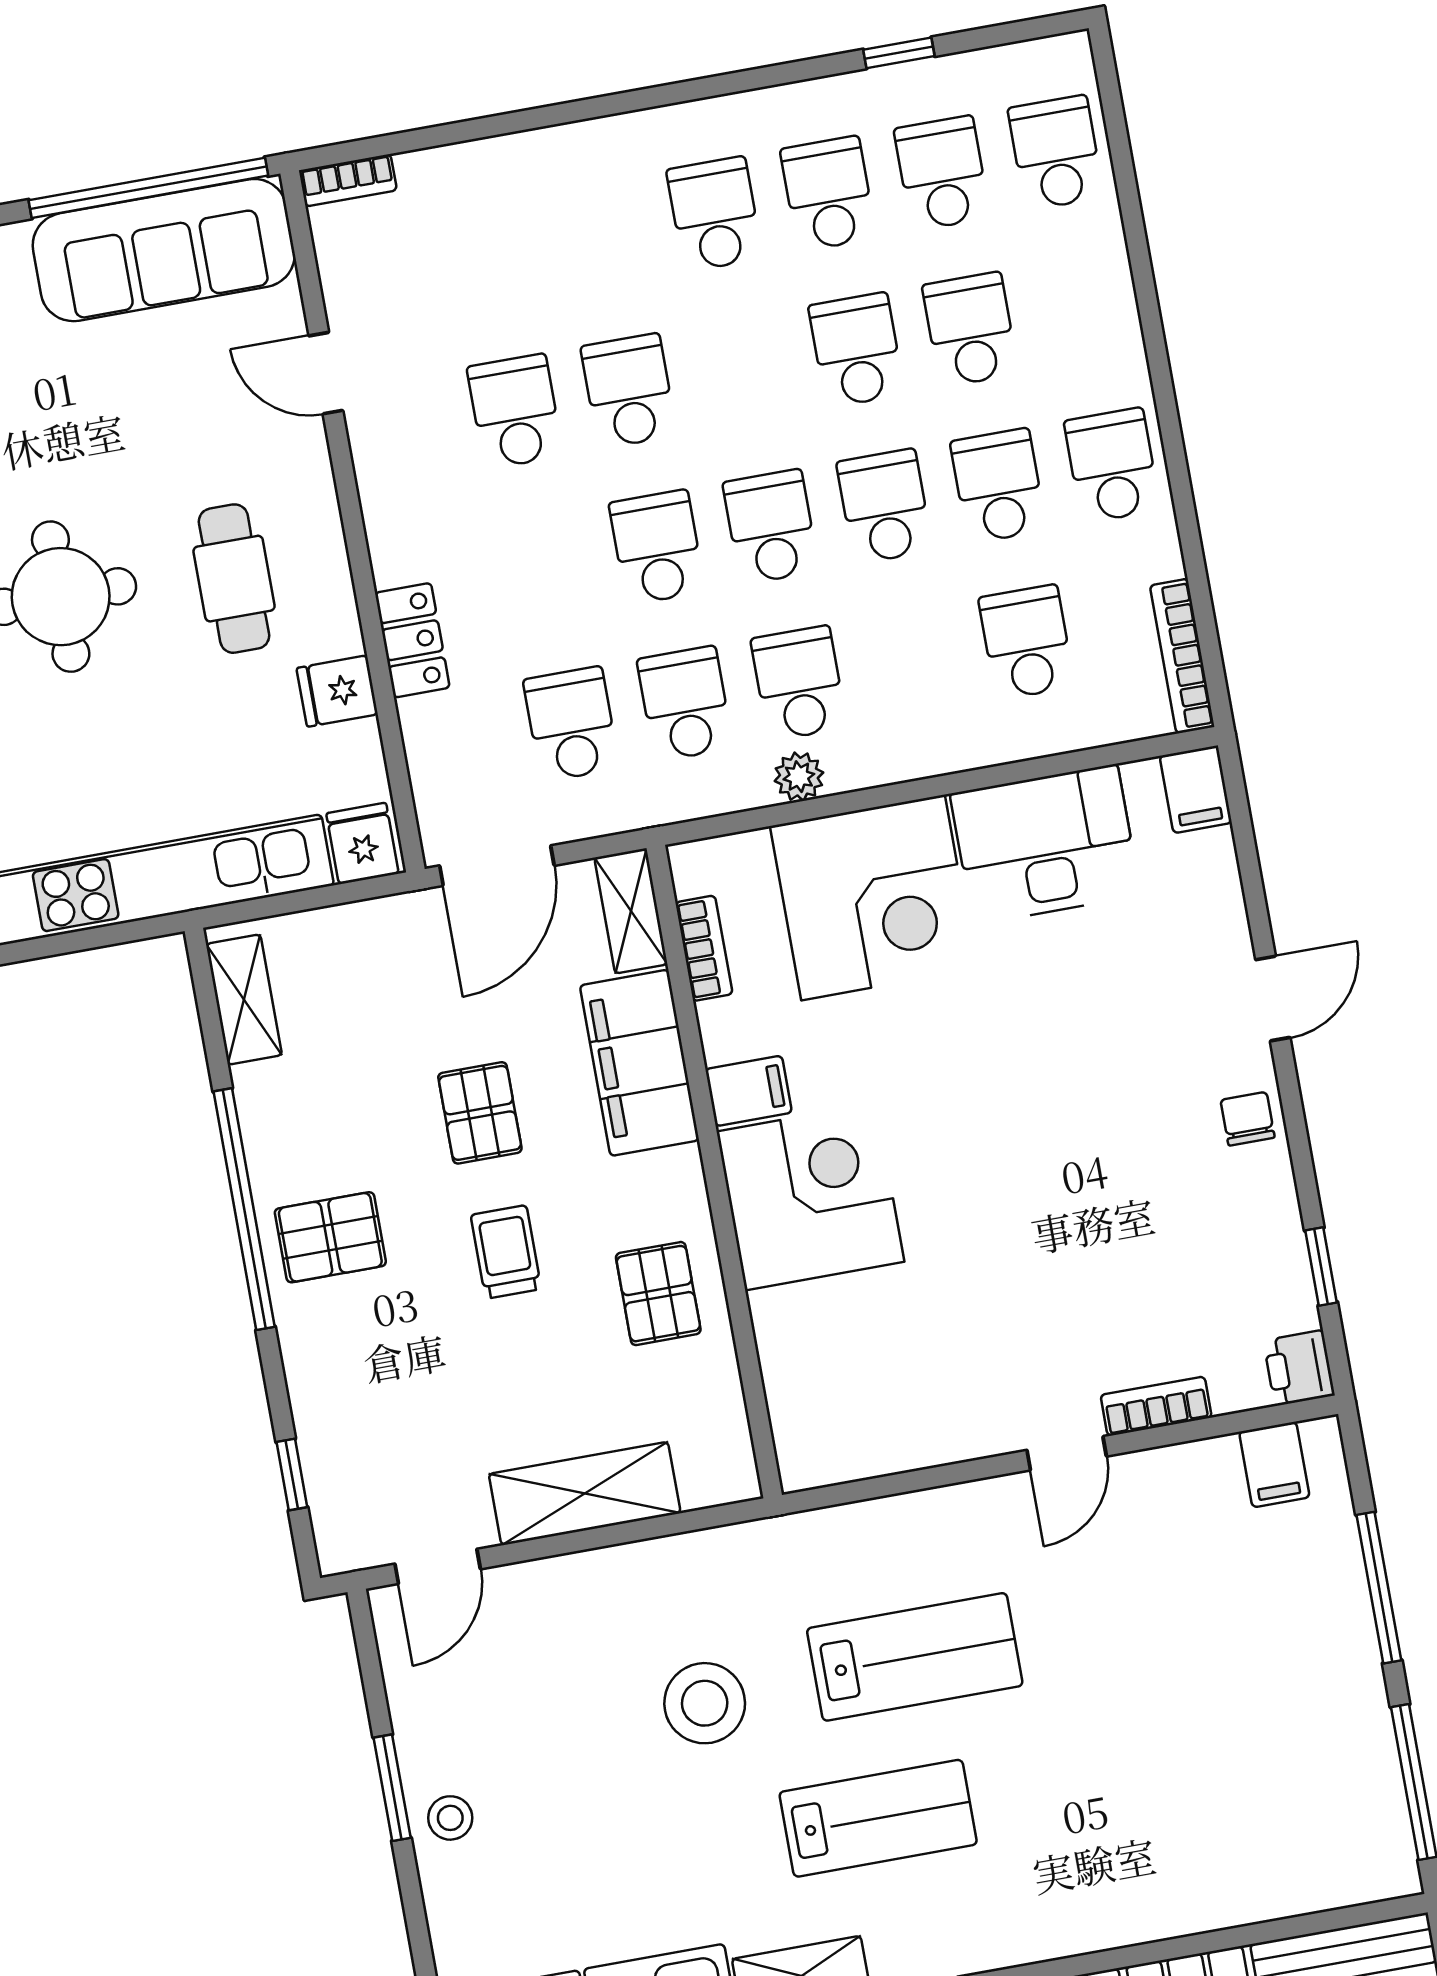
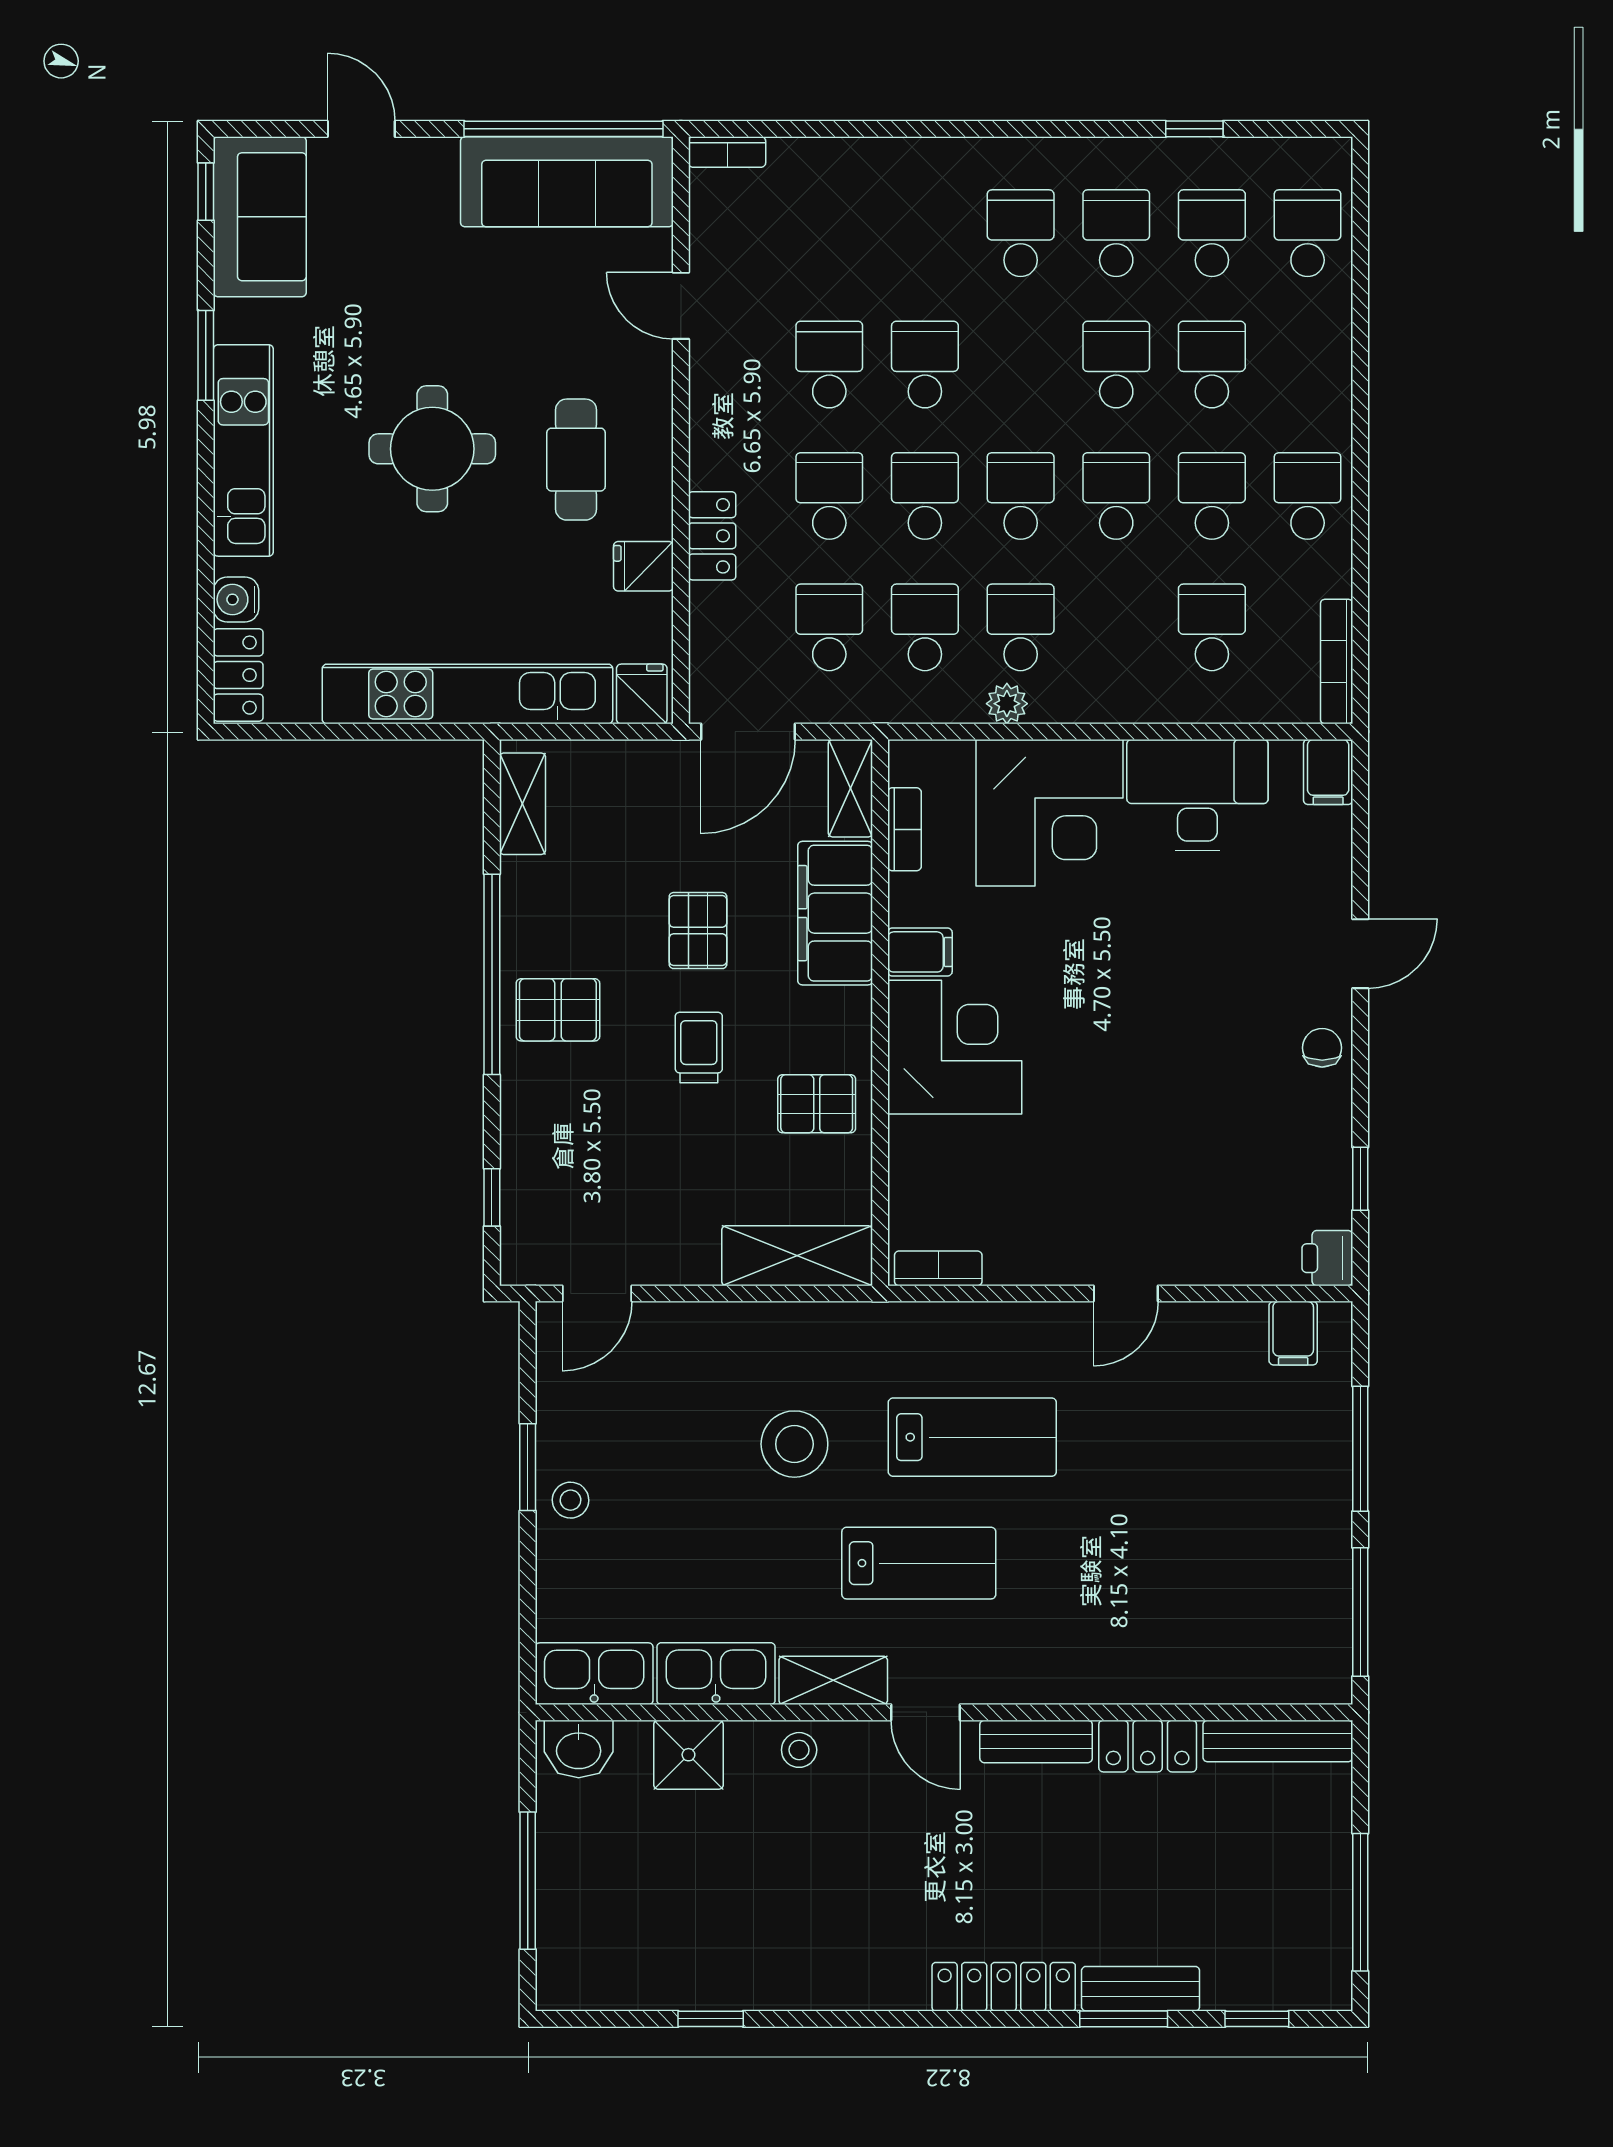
school desk: (543, 568) -> (829, 496), added
pallet: (658, 1294) -> (817, 1104), turned 90
bookcase: (1156, 1406) -> (938, 1268), moved
shelving: (585, 1494) -> (797, 1256), moved

